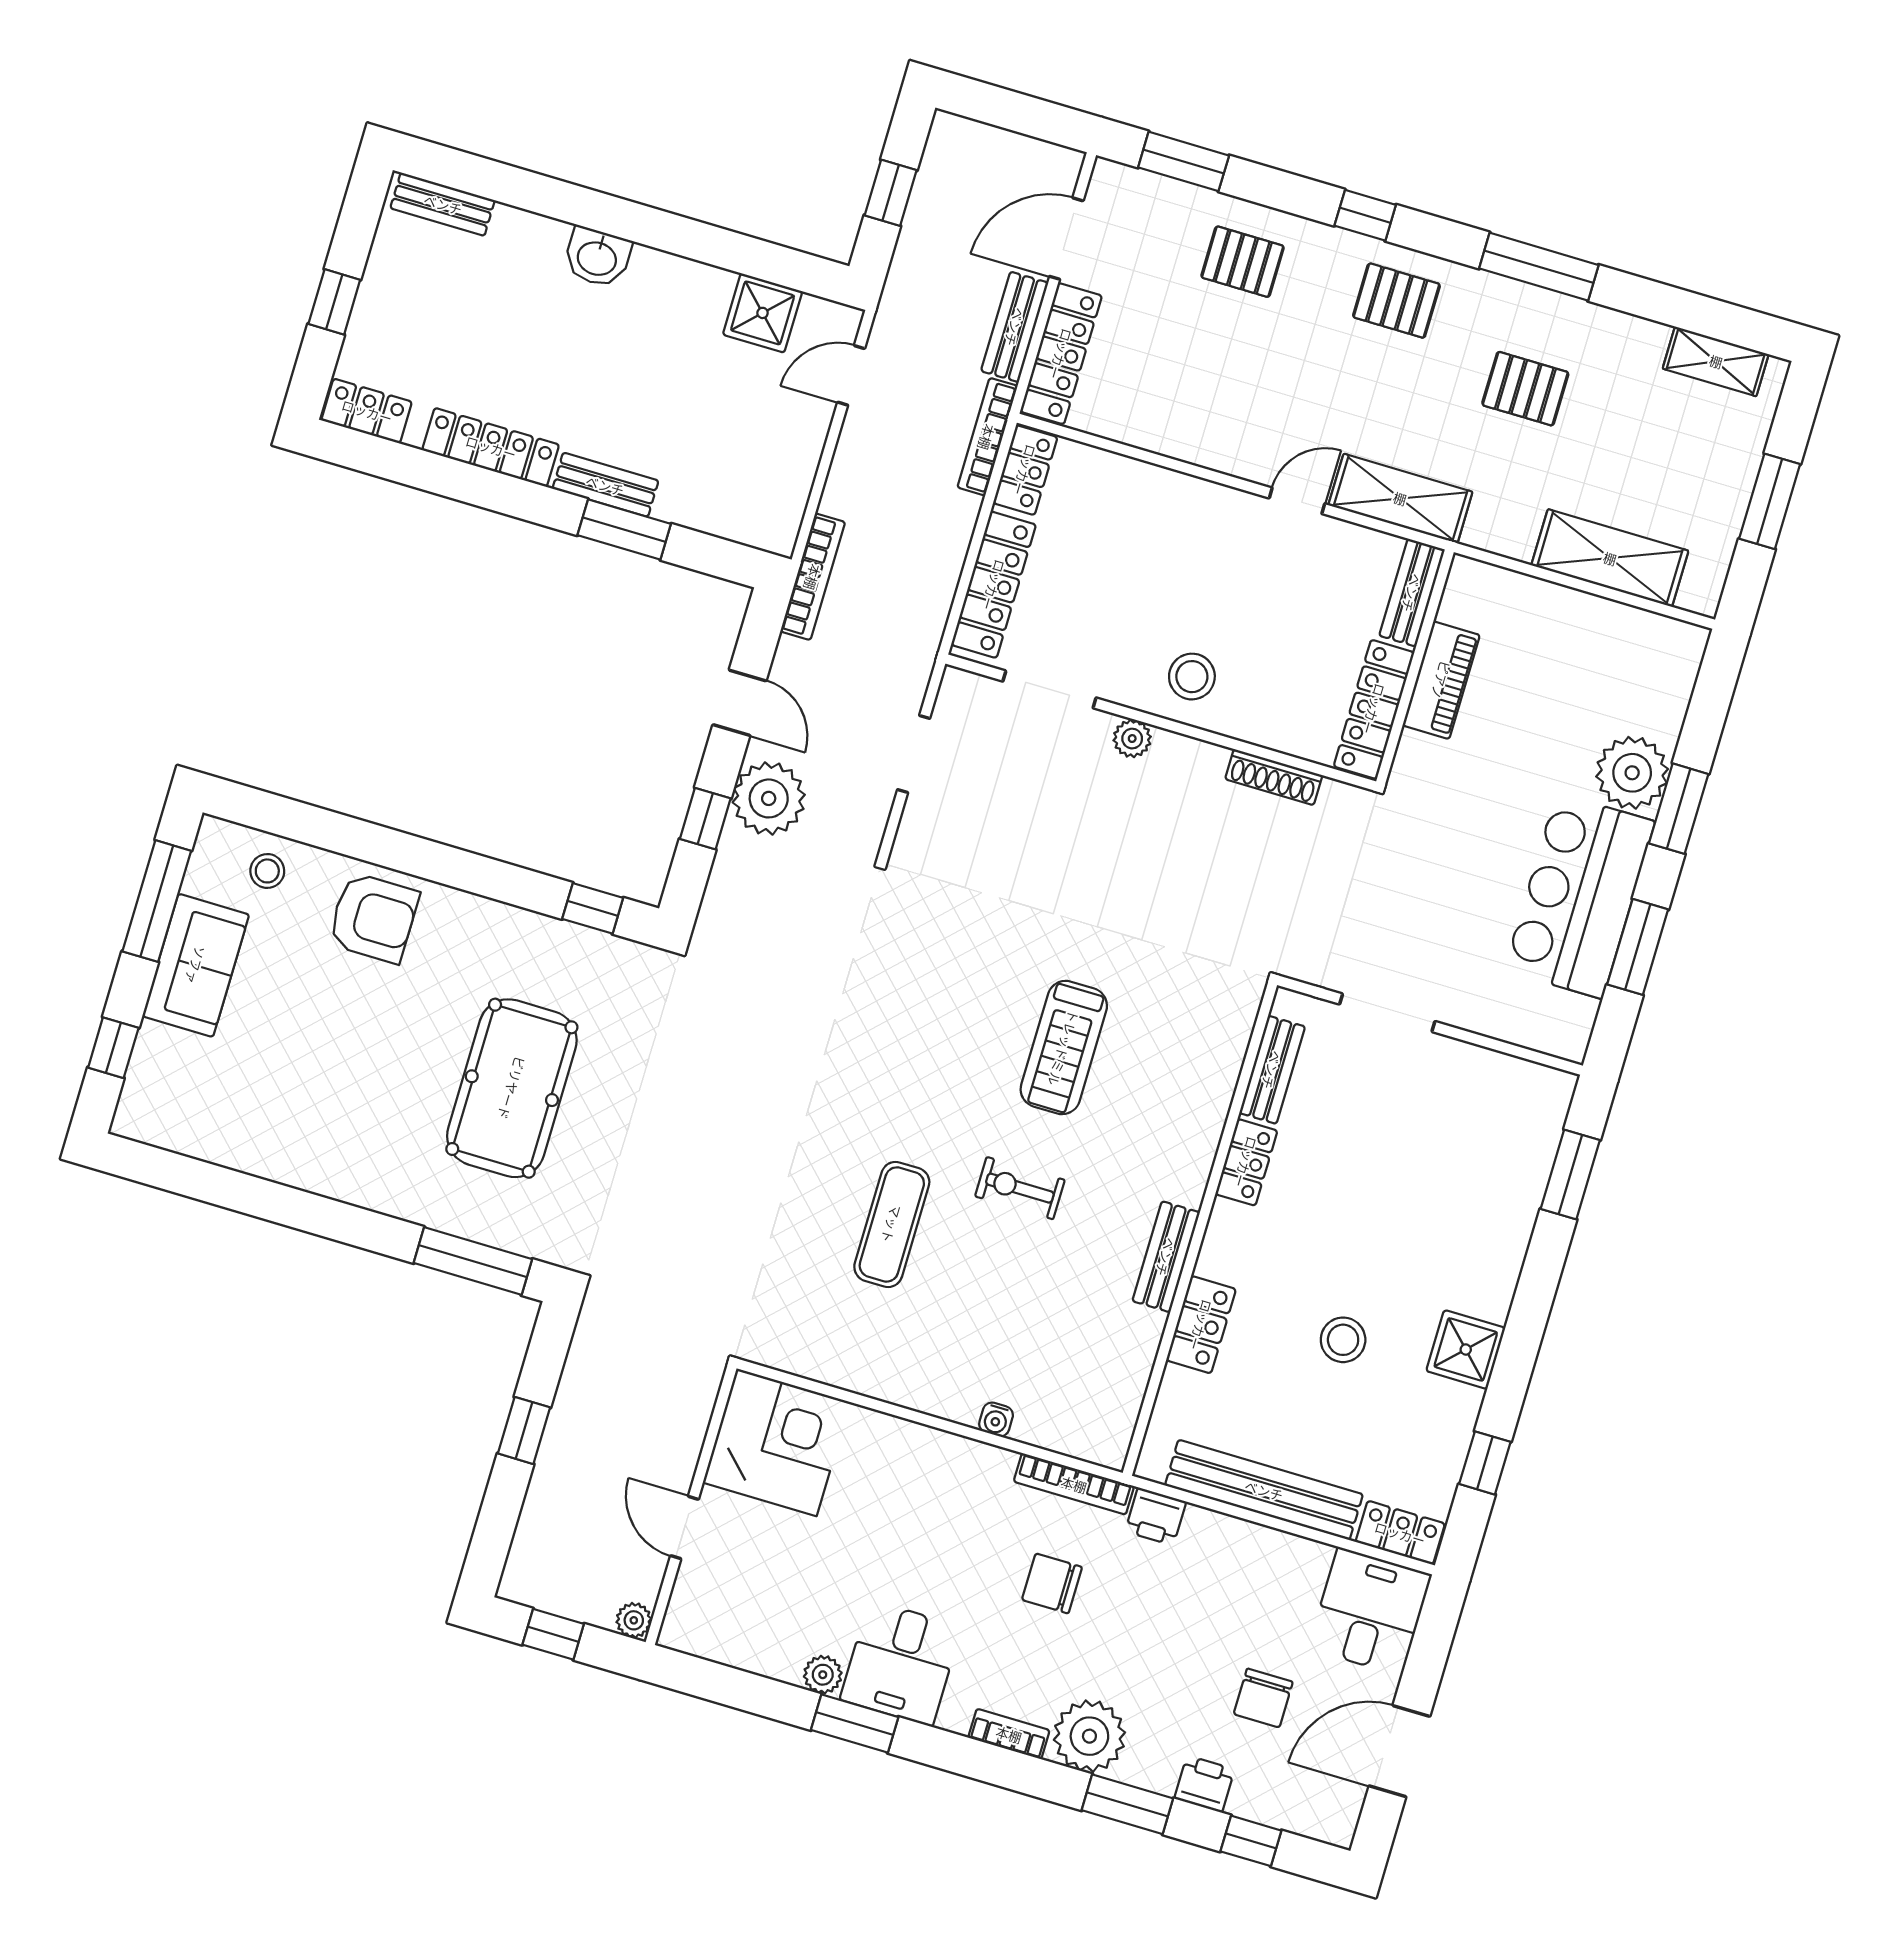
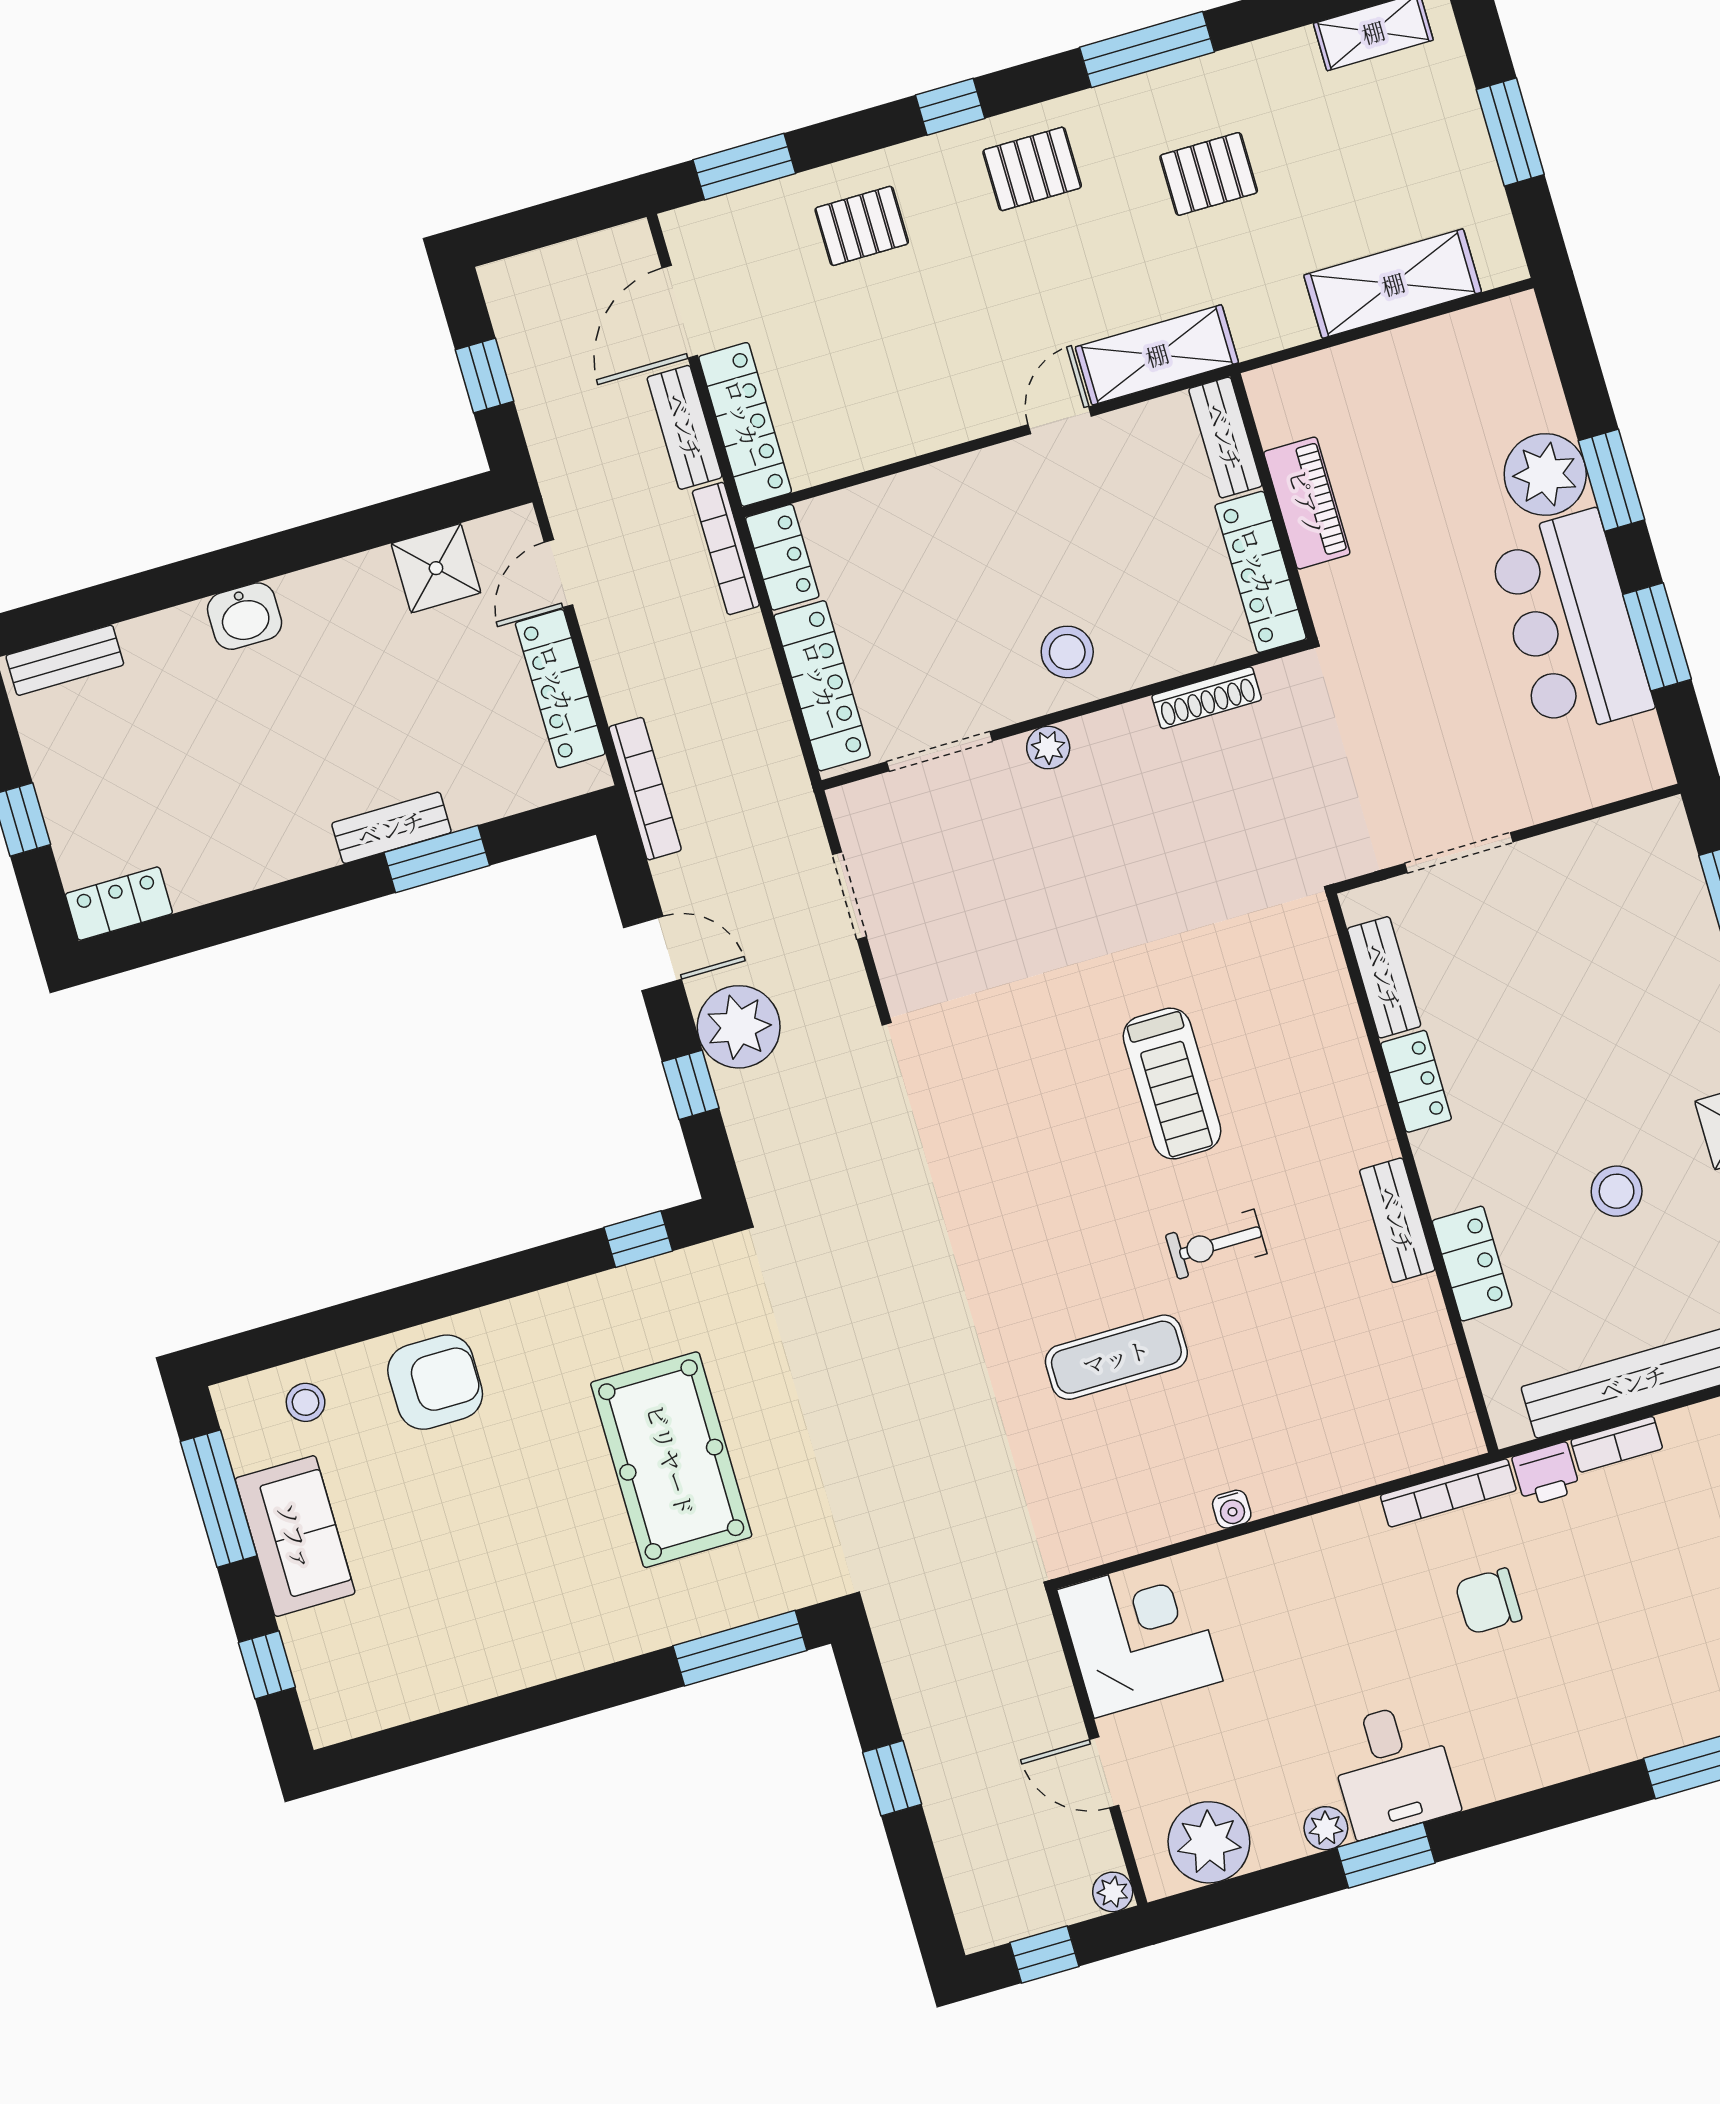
locker: (491, 447) -> (560, 689), moved, turned -90
exercise mat: (892, 1224) -> (1116, 1357), turned 90
water cooler: (996, 1419) -> (1232, 1509), moved
bookcase: (1009, 1734) -> (1617, 1444), moved, turned 180
plant: (1089, 1736) -> (1209, 1842), moved

